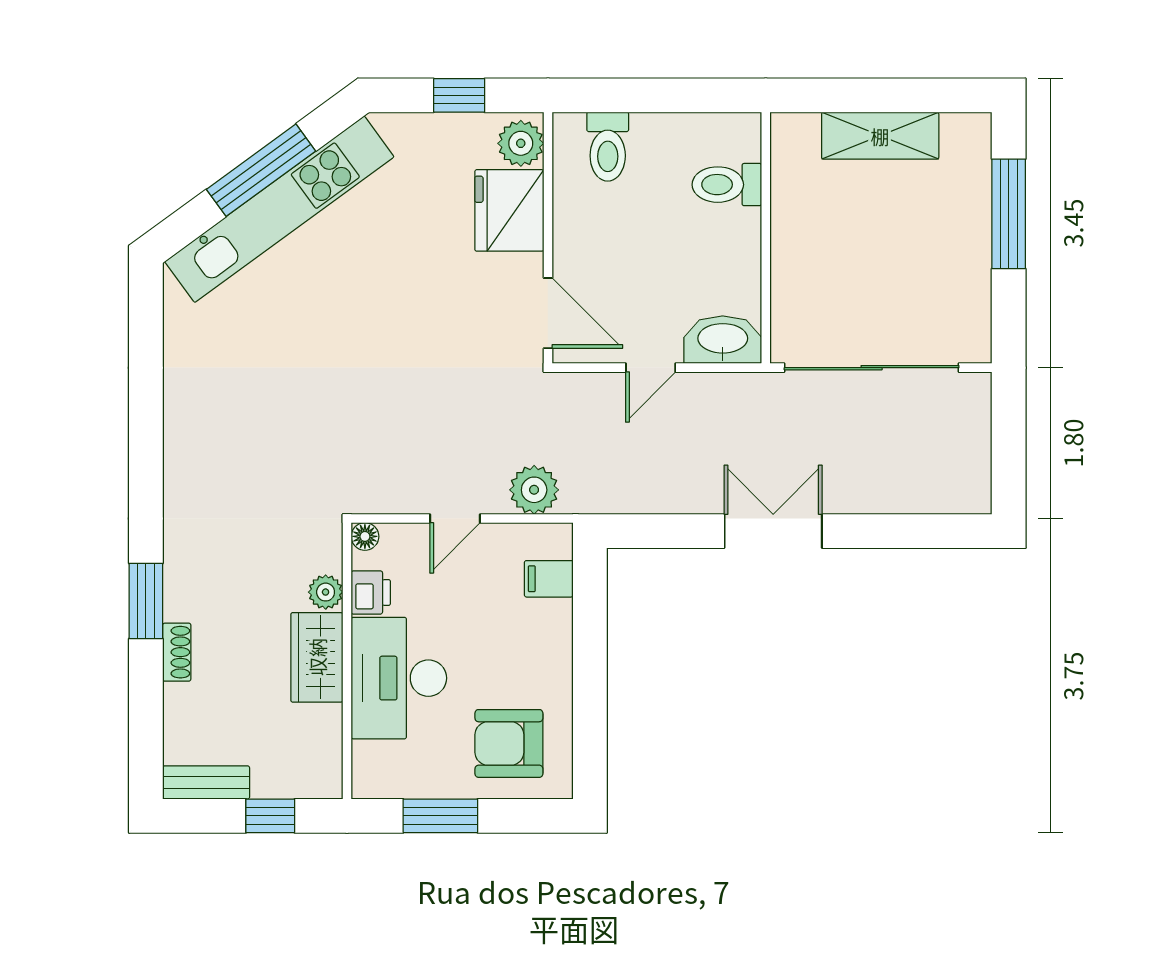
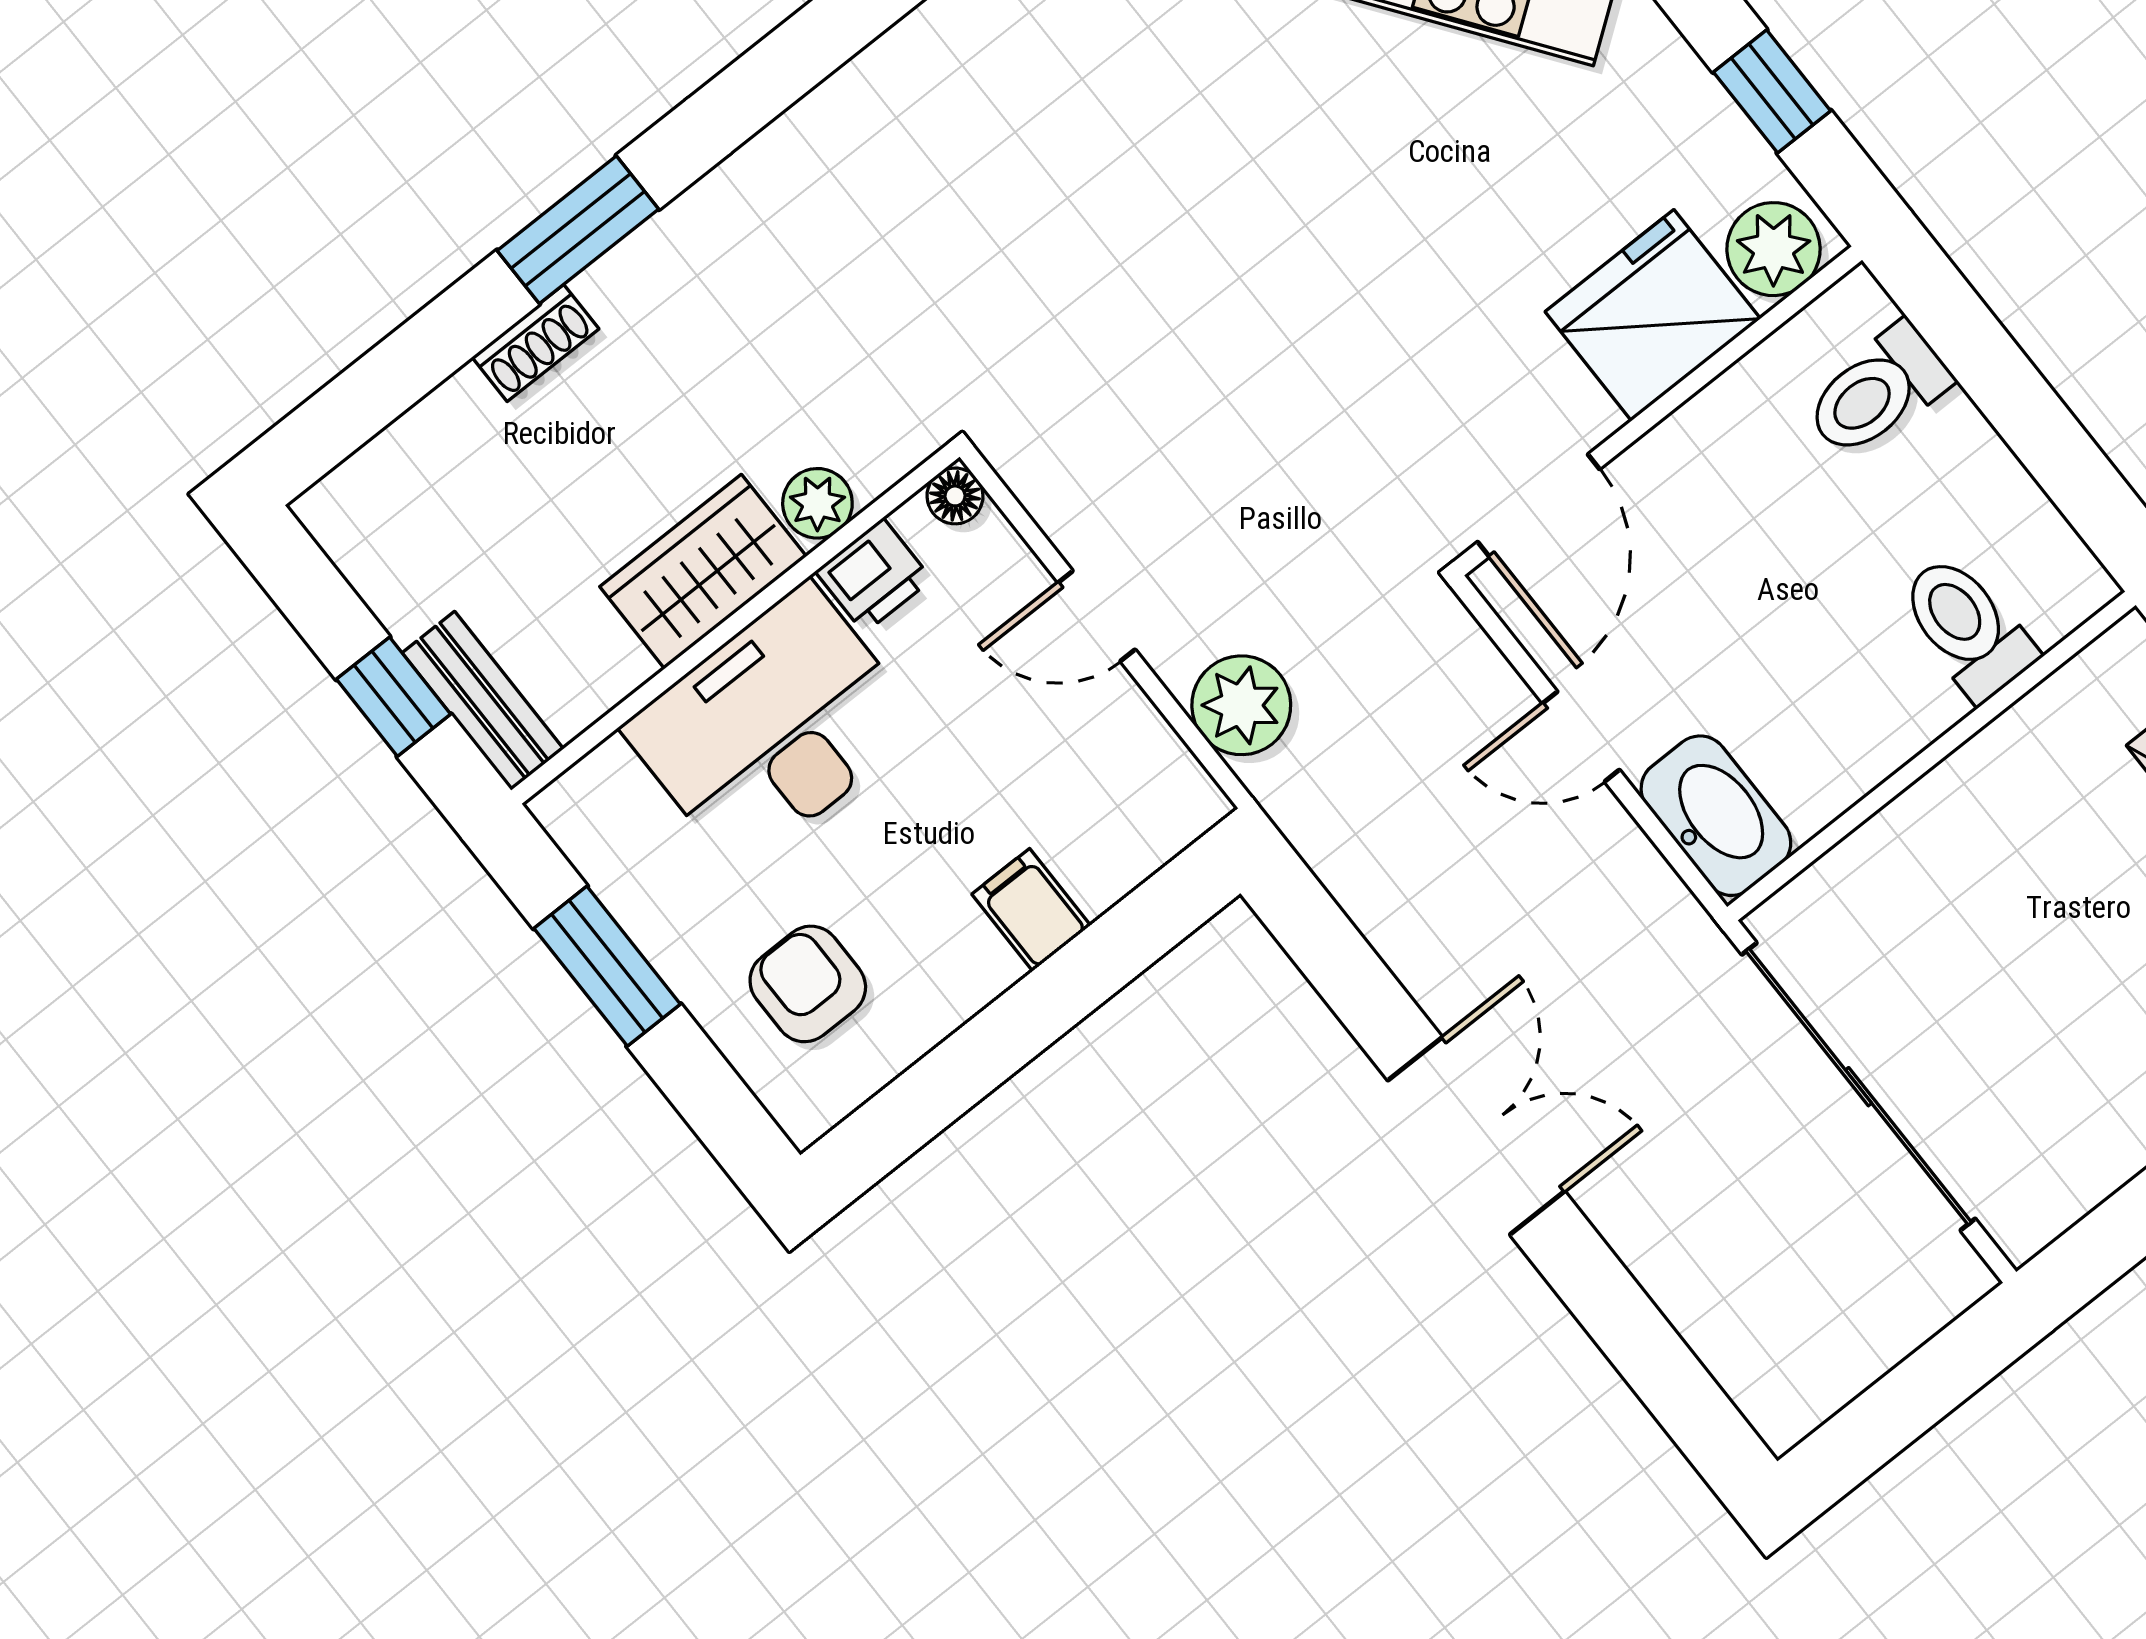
filing cabinet: (549, 579) -> (1031, 910), moved
armchair: (509, 743) -> (808, 984), width x0.72, depth x0.72
bench: (206, 782) -> (483, 701), moved

